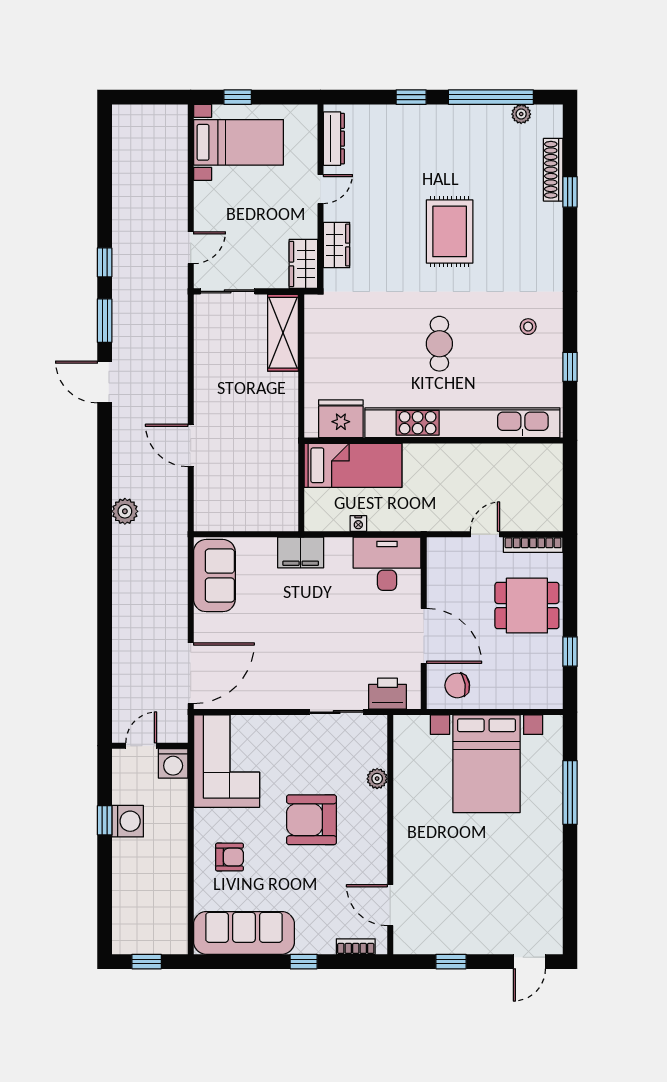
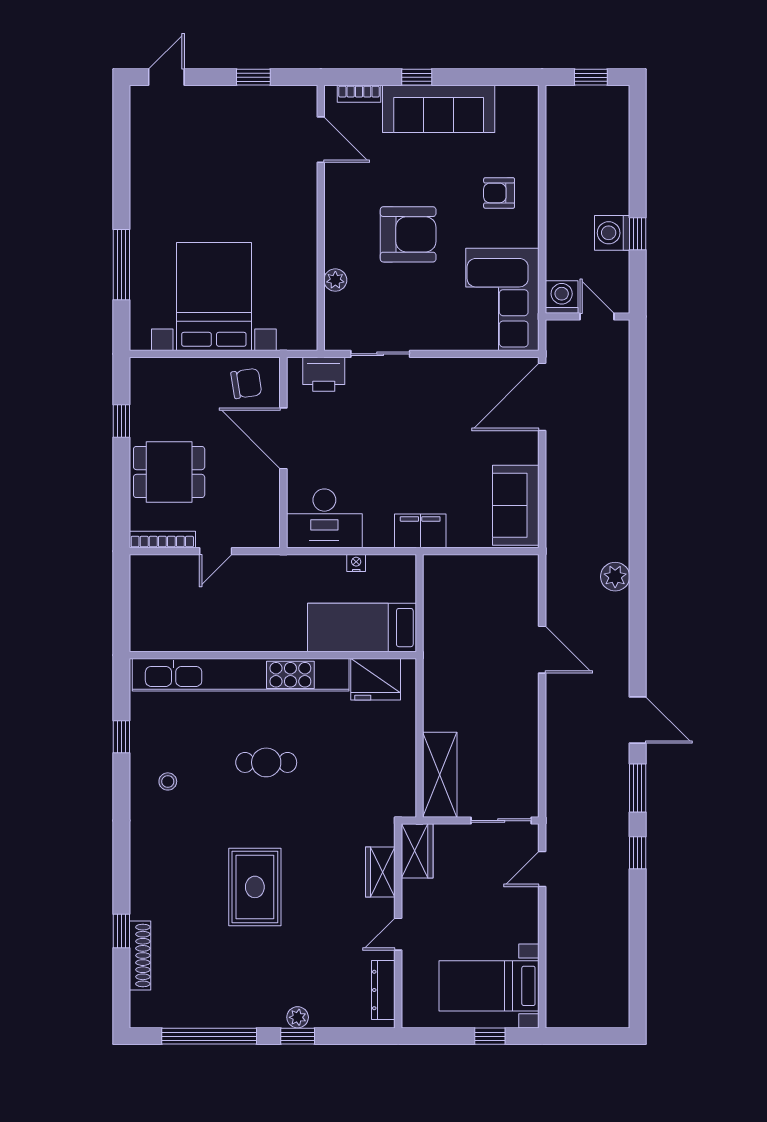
plant: (521, 114) -> (298, 1017), moved
cafe table: (439, 344) -> (266, 762), turned 90
door: (141, 746) -> (597, 316), swing flipped
sofa: (244, 933) -> (439, 109), moved

